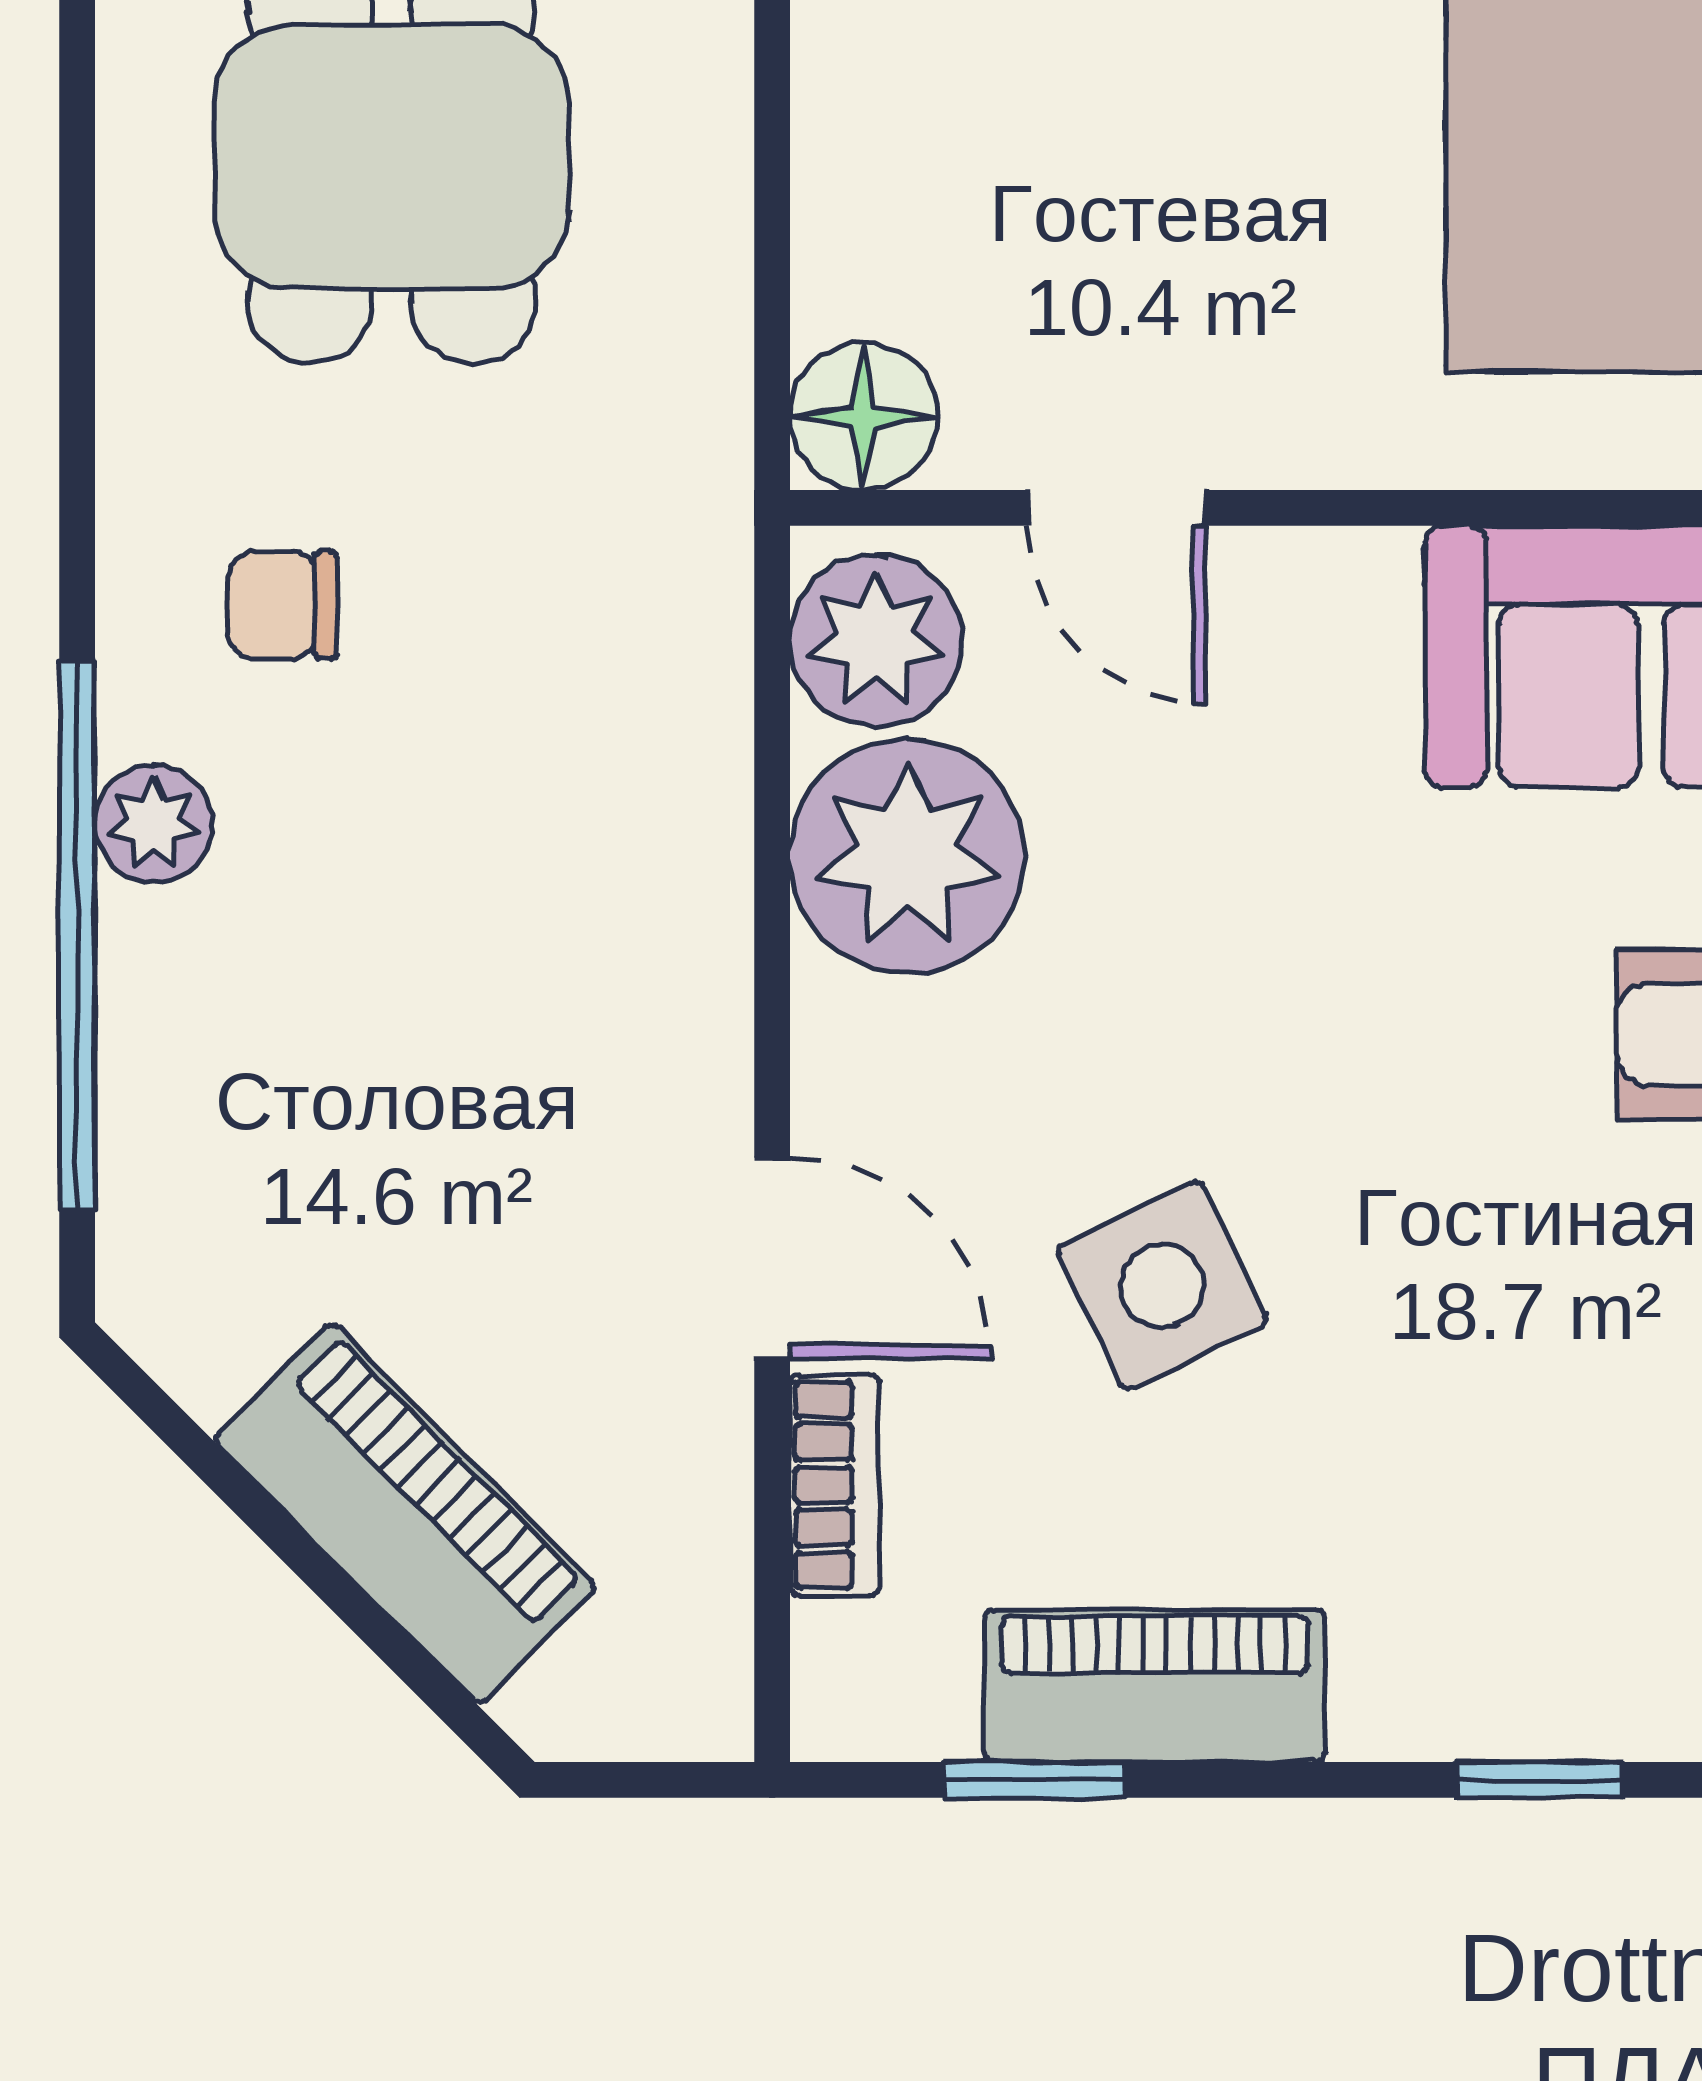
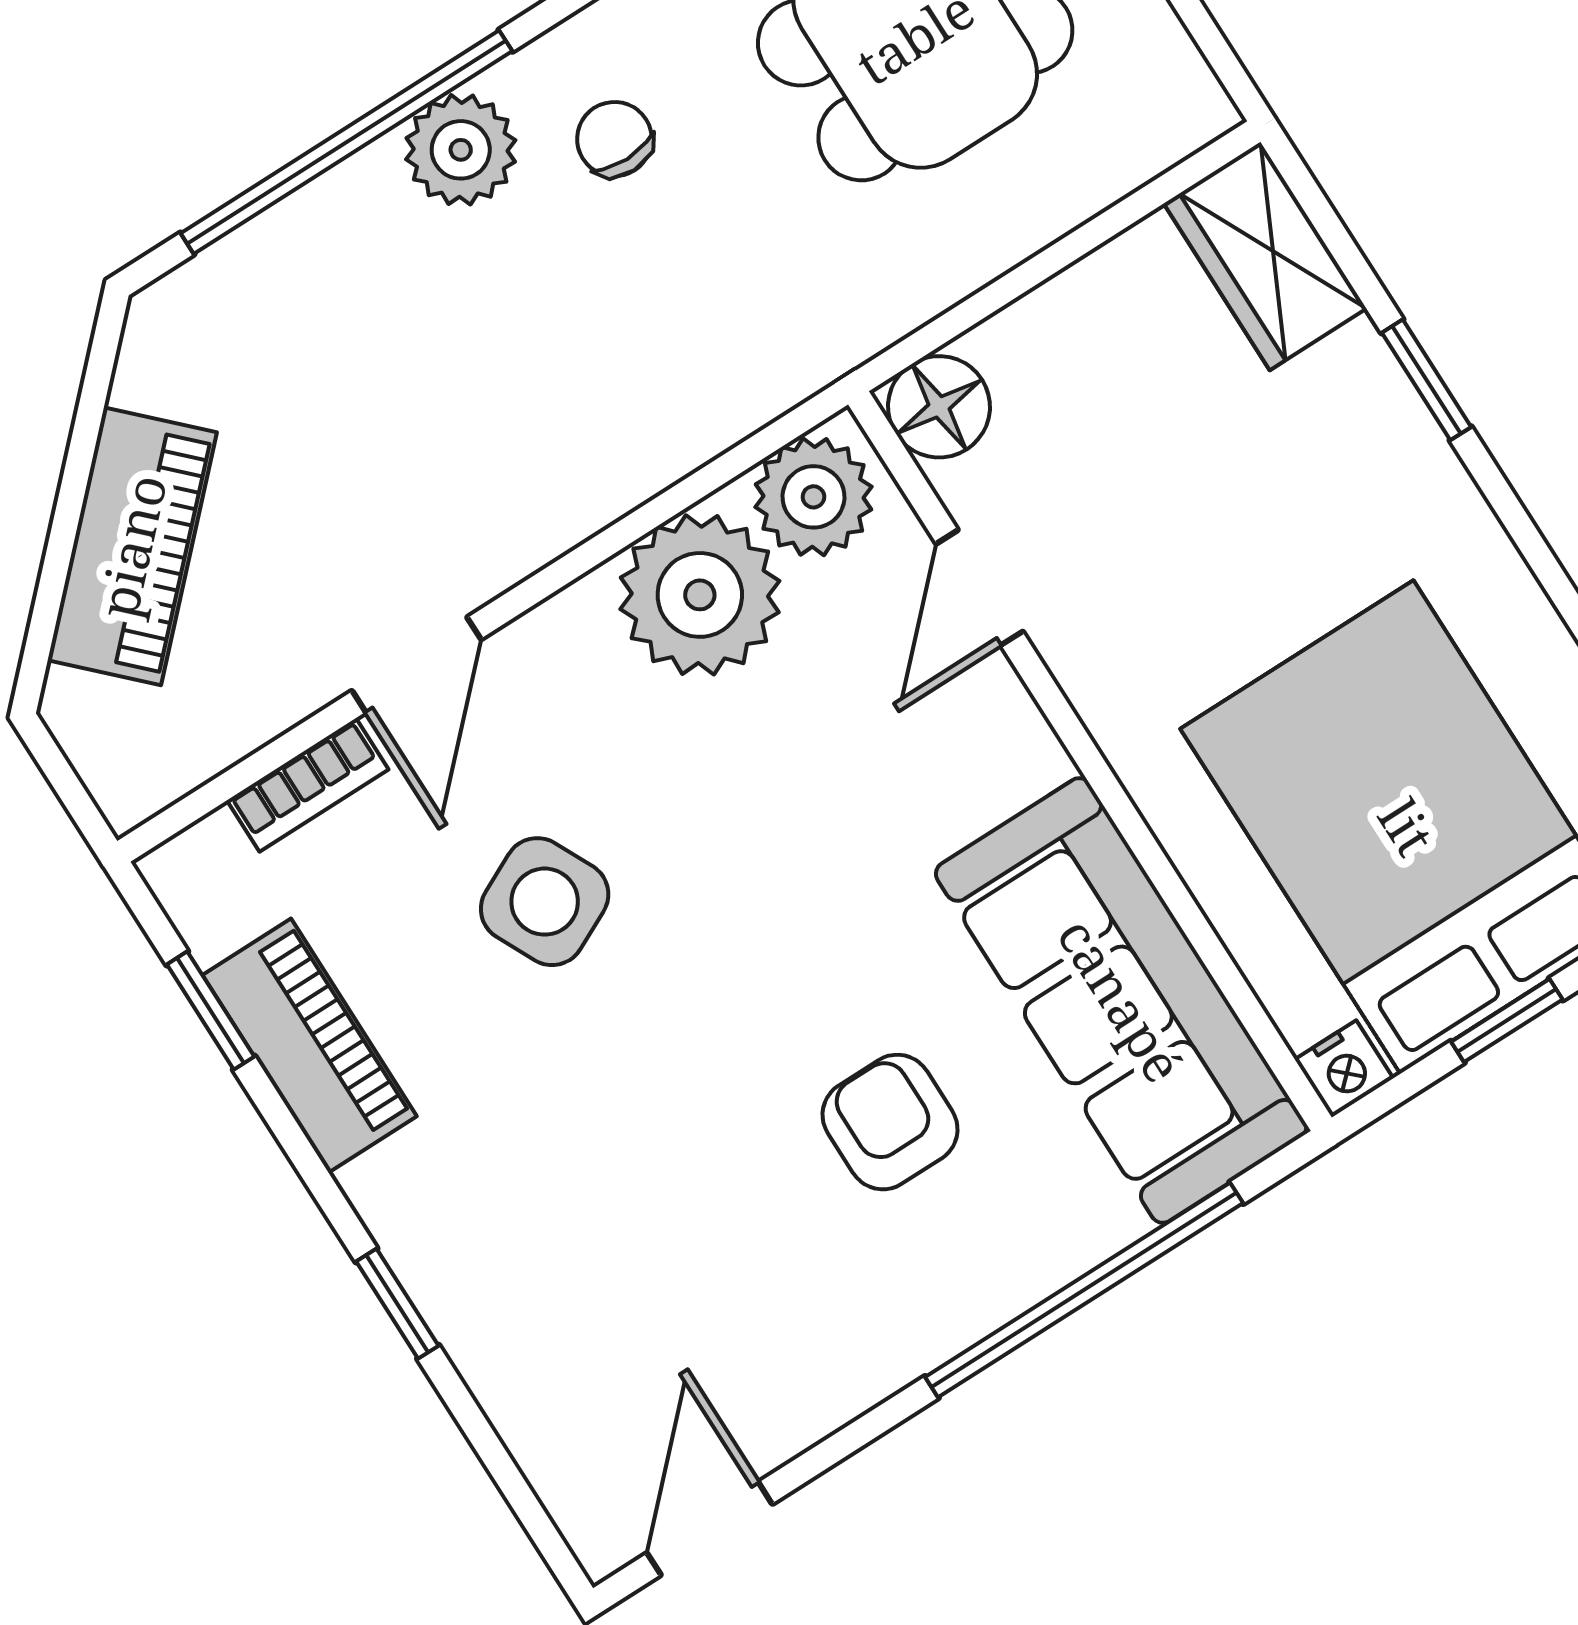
plant: (154, 824) -> (461, 150), width x1.38, depth x1.38

